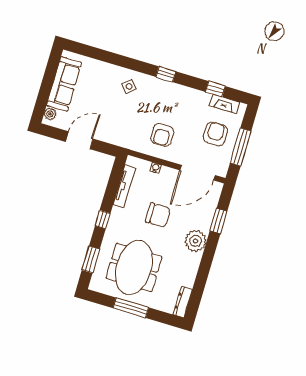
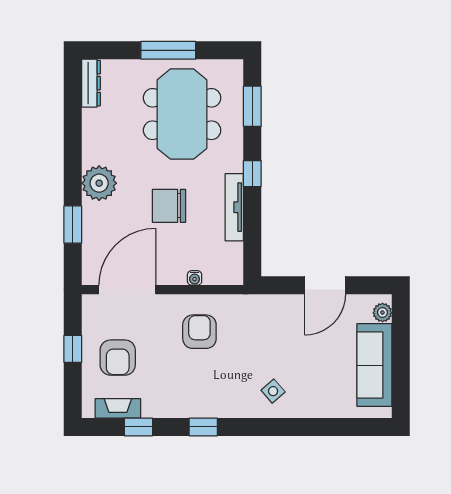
window: (166, 74) -> (203, 427), moved
window: (241, 147) -> (73, 349), width x0.46
tv unit: (124, 186) -> (234, 207), moved

